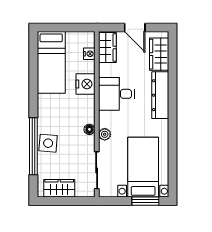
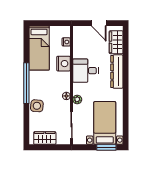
wardrobe: (107, 48) -> (79, 38), removed
window: (33, 146) -> (26, 83), moved

